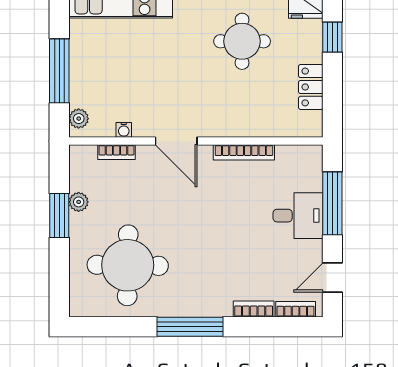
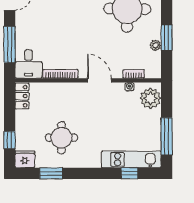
window: (59, 71) -> (167, 136), moved
locker: (311, 87) -> (22, 96), moved
plant: (79, 119) -> (150, 98), width x1.88, depth x1.88
desk: (298, 216) -> (29, 64), moved, turned -90

